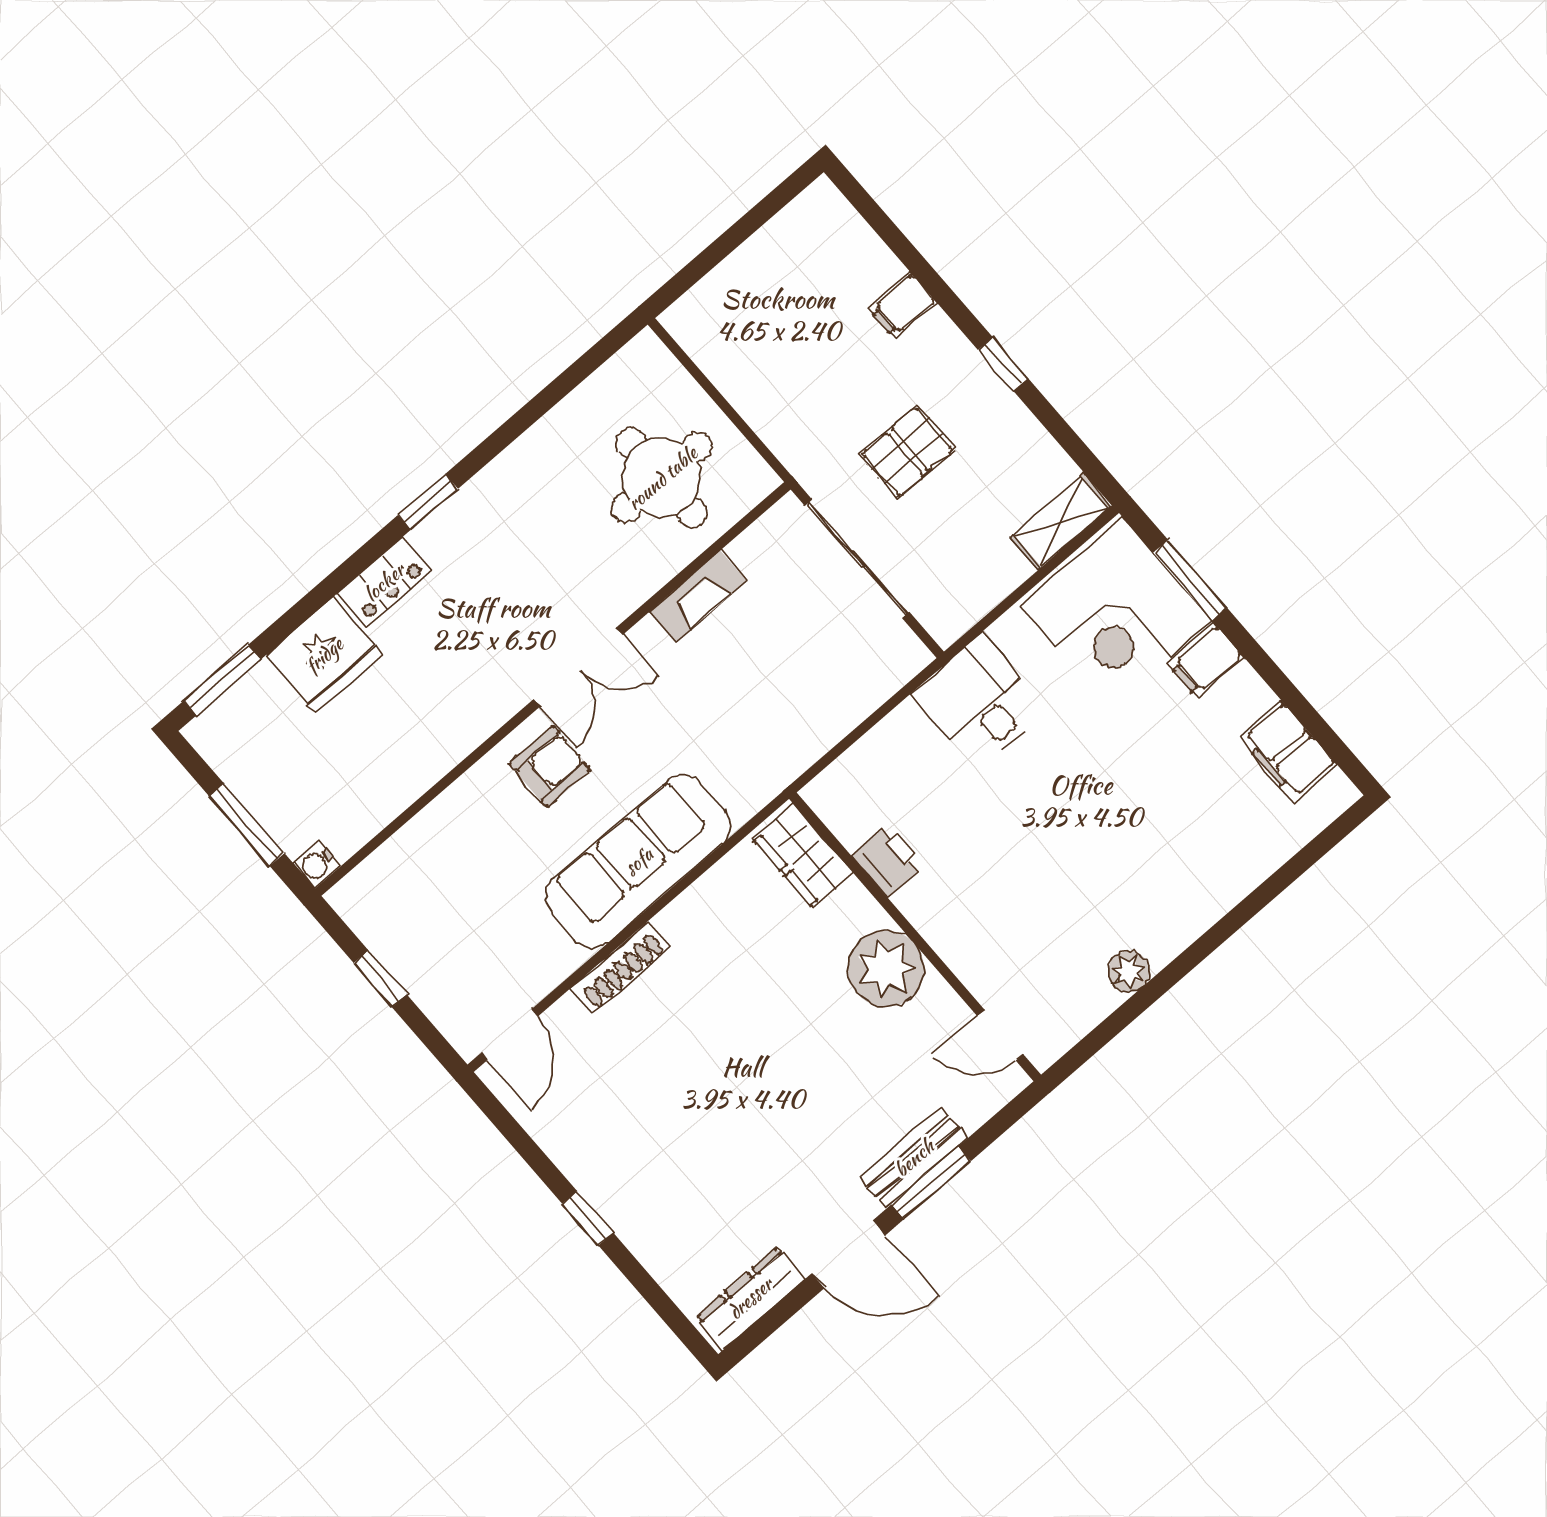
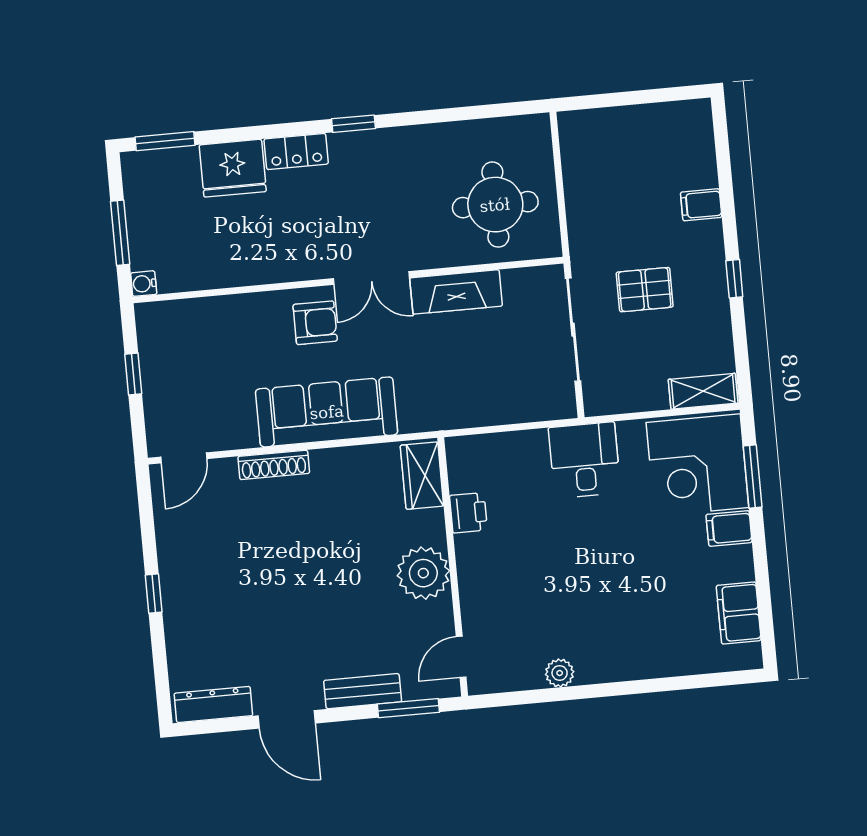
fireplace: (698, 596) -> (456, 292), width x1.37, depth x1.32
door: (1000, 1035) -> (461, 657), hinge flipped
window: (931, 1183) -> (408, 708), moved

